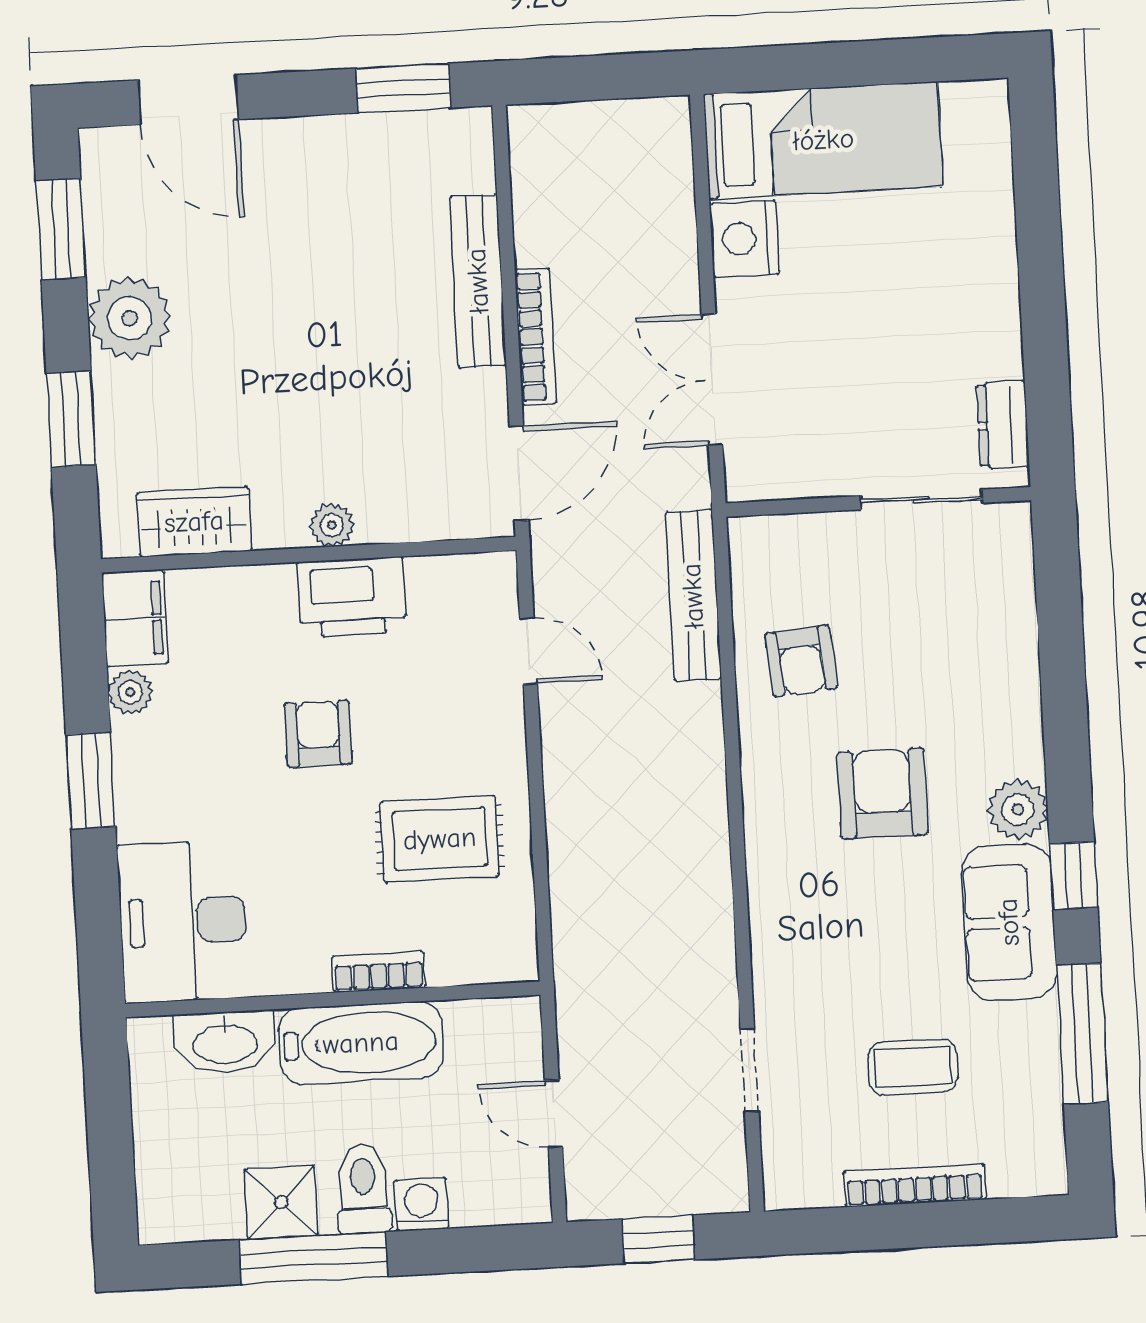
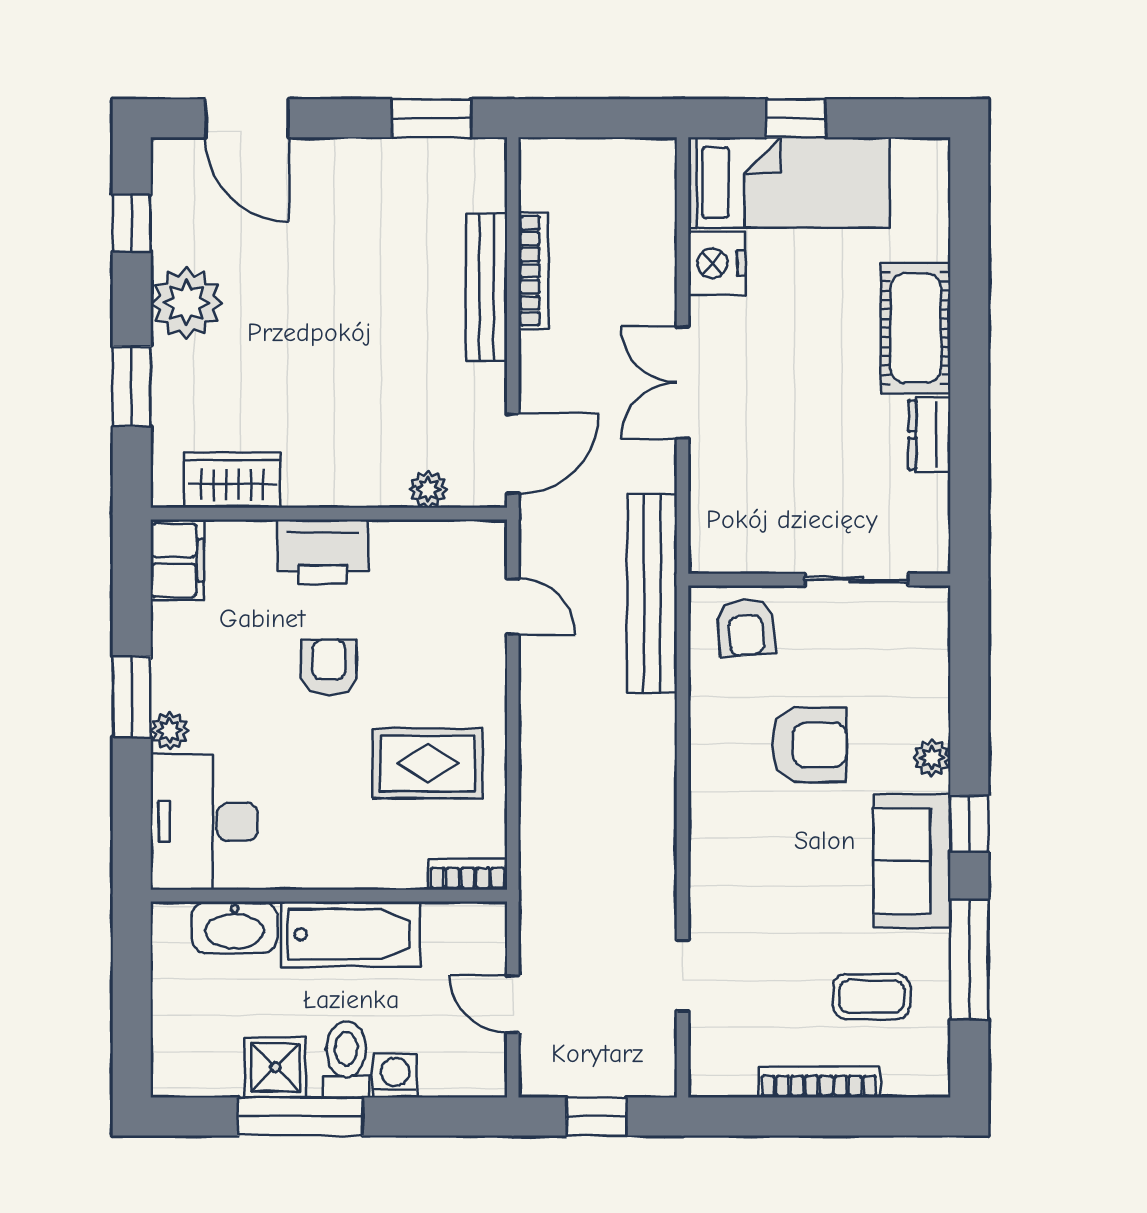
window: (827, 65) -> (796, 118), added
window: (61, 229) -> (132, 223), width x0.67
cot: (980, 302) -> (916, 328), added
bookcase: (536, 337) -> (533, 271), moved
sliding door: (922, 499) -> (856, 580), moved
wall: (878, 502) -> (819, 580), moved
plant: (332, 525) -> (428, 489), moved
bench: (693, 596) -> (652, 593), width x1.37, depth x1.21
printer: (352, 597) -> (323, 552), moved
plant: (130, 692) -> (170, 731), moved
armchair: (882, 793) -> (809, 745), turned 90
plant: (1018, 809) -> (932, 758), width x0.73, depth x0.73
bookcase: (379, 972) -> (468, 874), moved
coffee table: (913, 1067) -> (872, 996), moved

